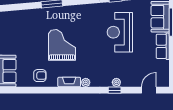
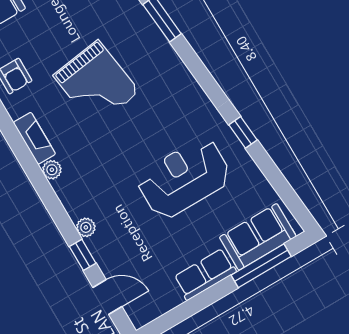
grand piano: (62, 45) -> (96, 84), turned 82
window: (115, 90) -> (83, 255), moved

